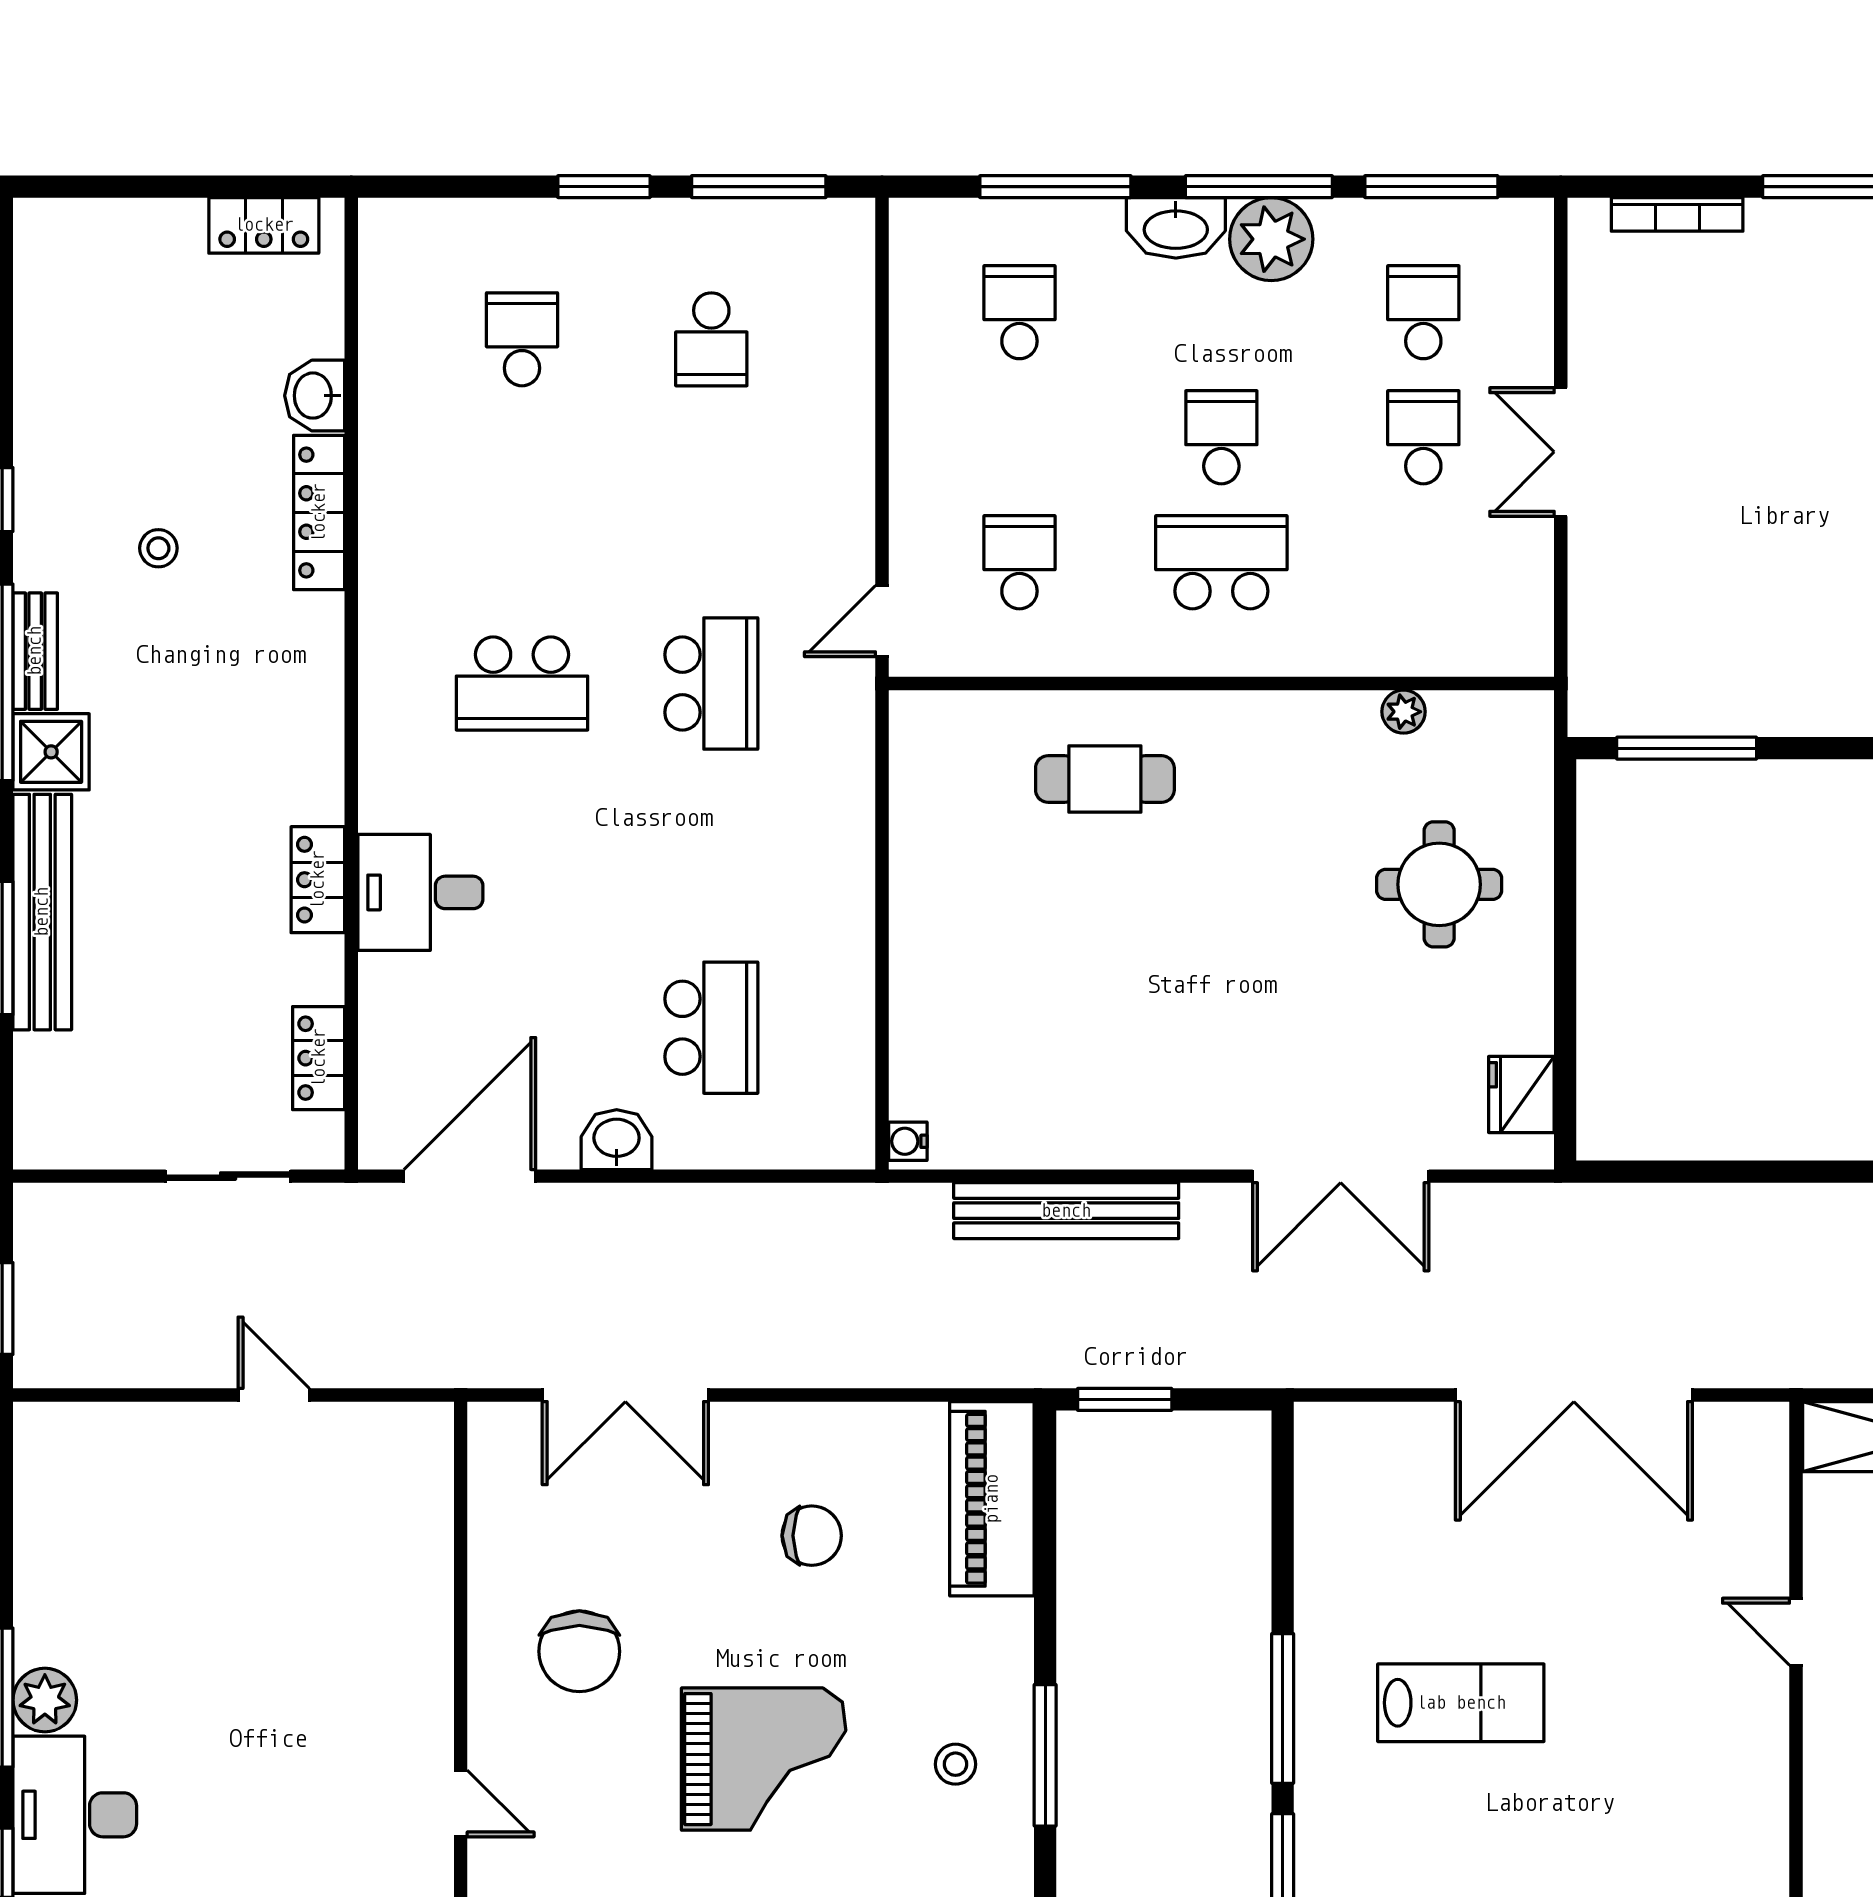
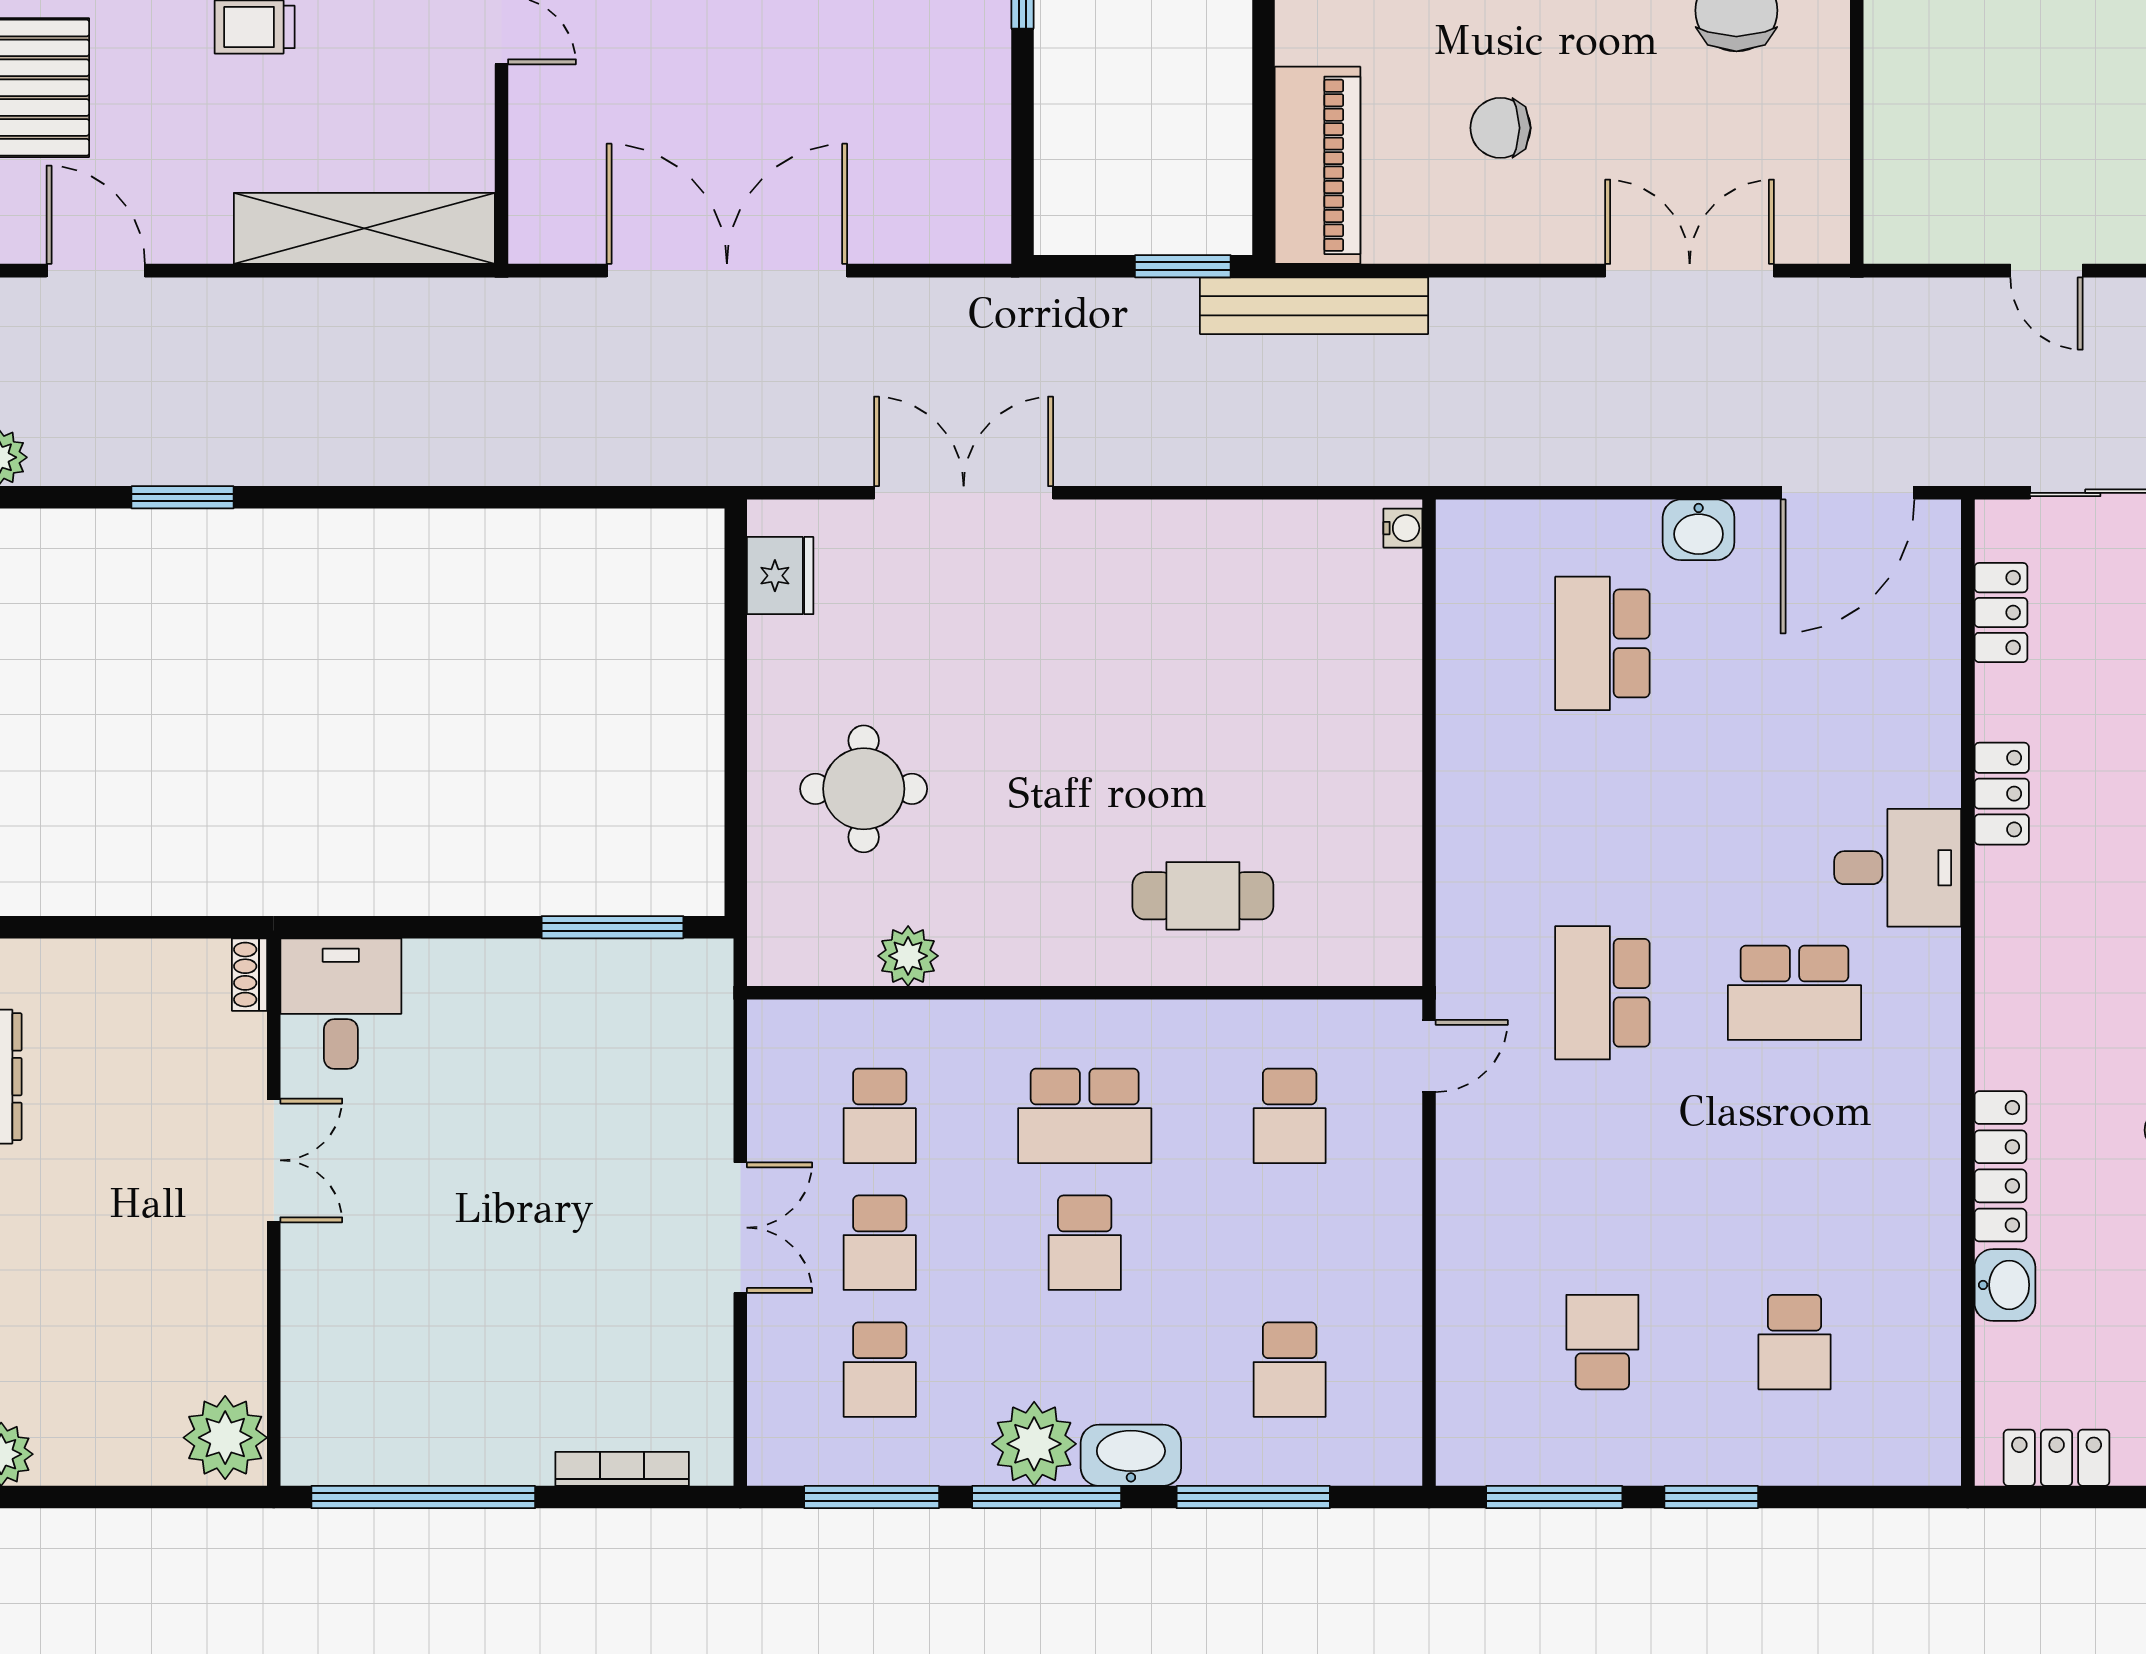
school desk: (1423, 562) -> (880, 1116), added
school desk: (522, 684) -> (1795, 993), turned 180
plant: (1404, 712) -> (908, 956), width x1.38, depth x1.38
desk: (420, 892) -> (1898, 868), moved
bench: (1066, 1211) -> (1314, 306), moved

